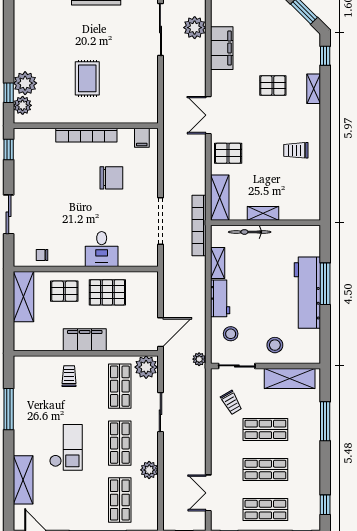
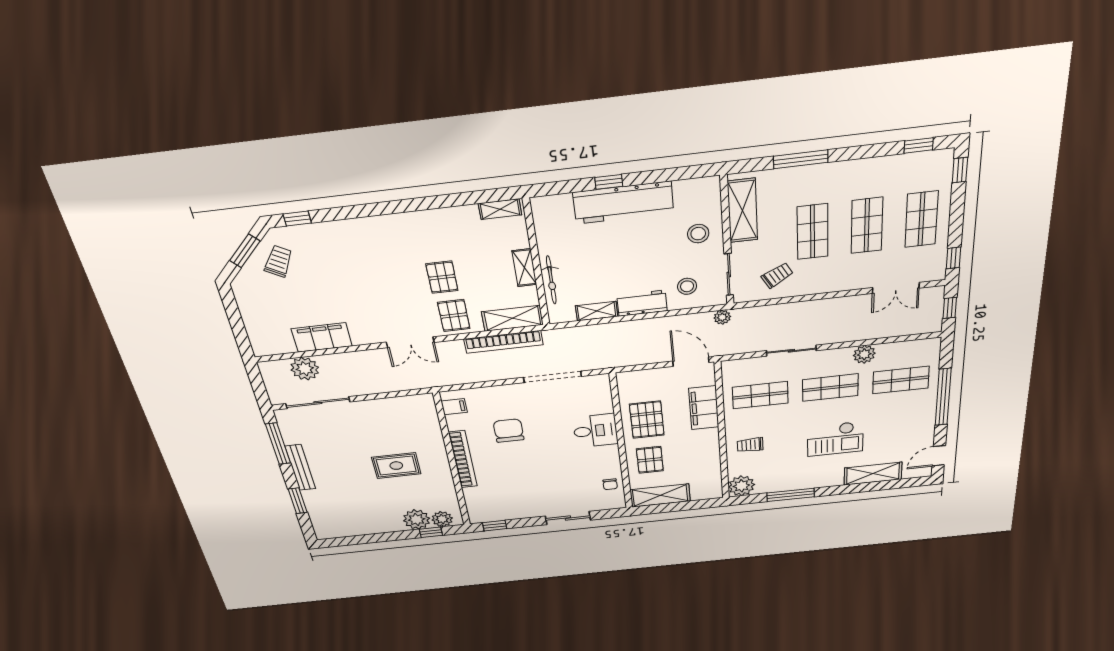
pallet: (273, 86) -> (442, 277), moved
shelving: (314, 89) -> (500, 209), moved
trolley: (296, 150) -> (278, 261), moved, turned -150
bookcase: (199, 226) -> (503, 342), moved
window: (325, 284) -> (609, 182), width x0.46
filing cabinet: (85, 340) -> (704, 408), moved
plant: (146, 367) -> (741, 486), moved
checkout: (66, 447) -> (835, 439), turned 180

